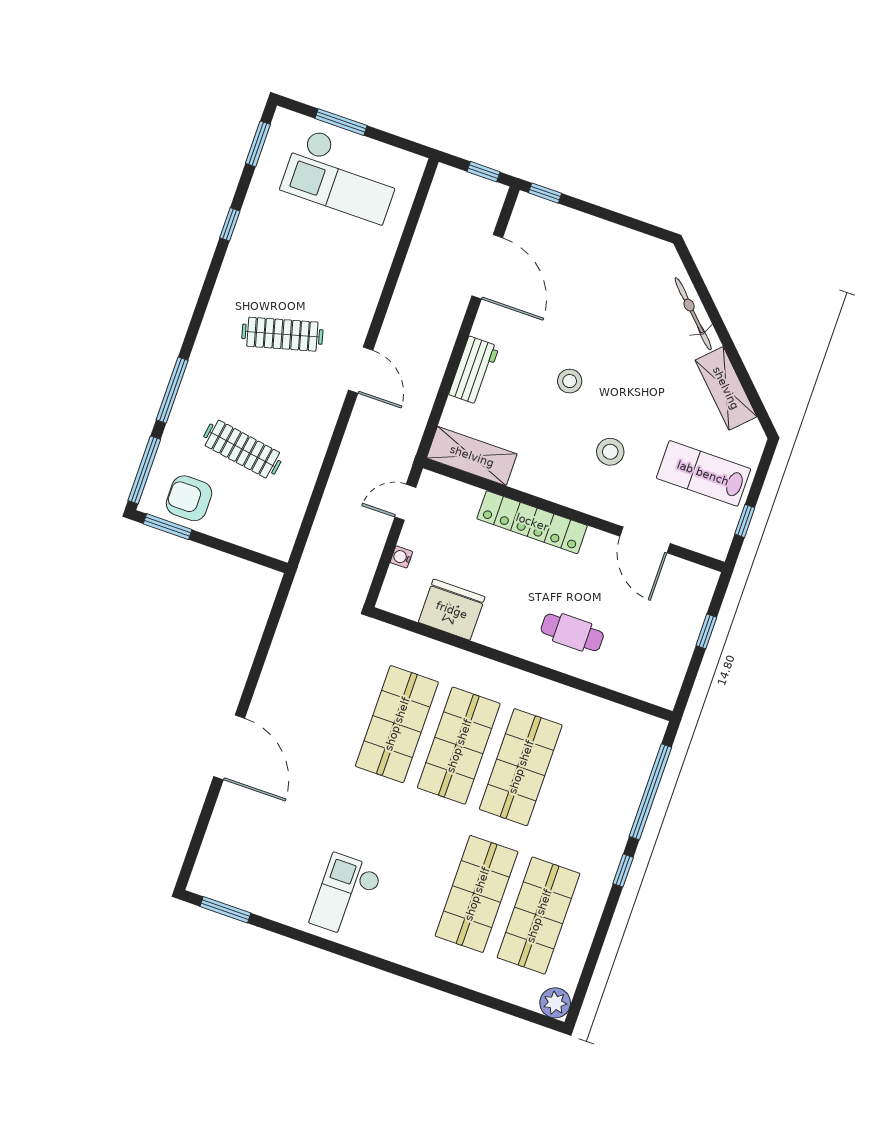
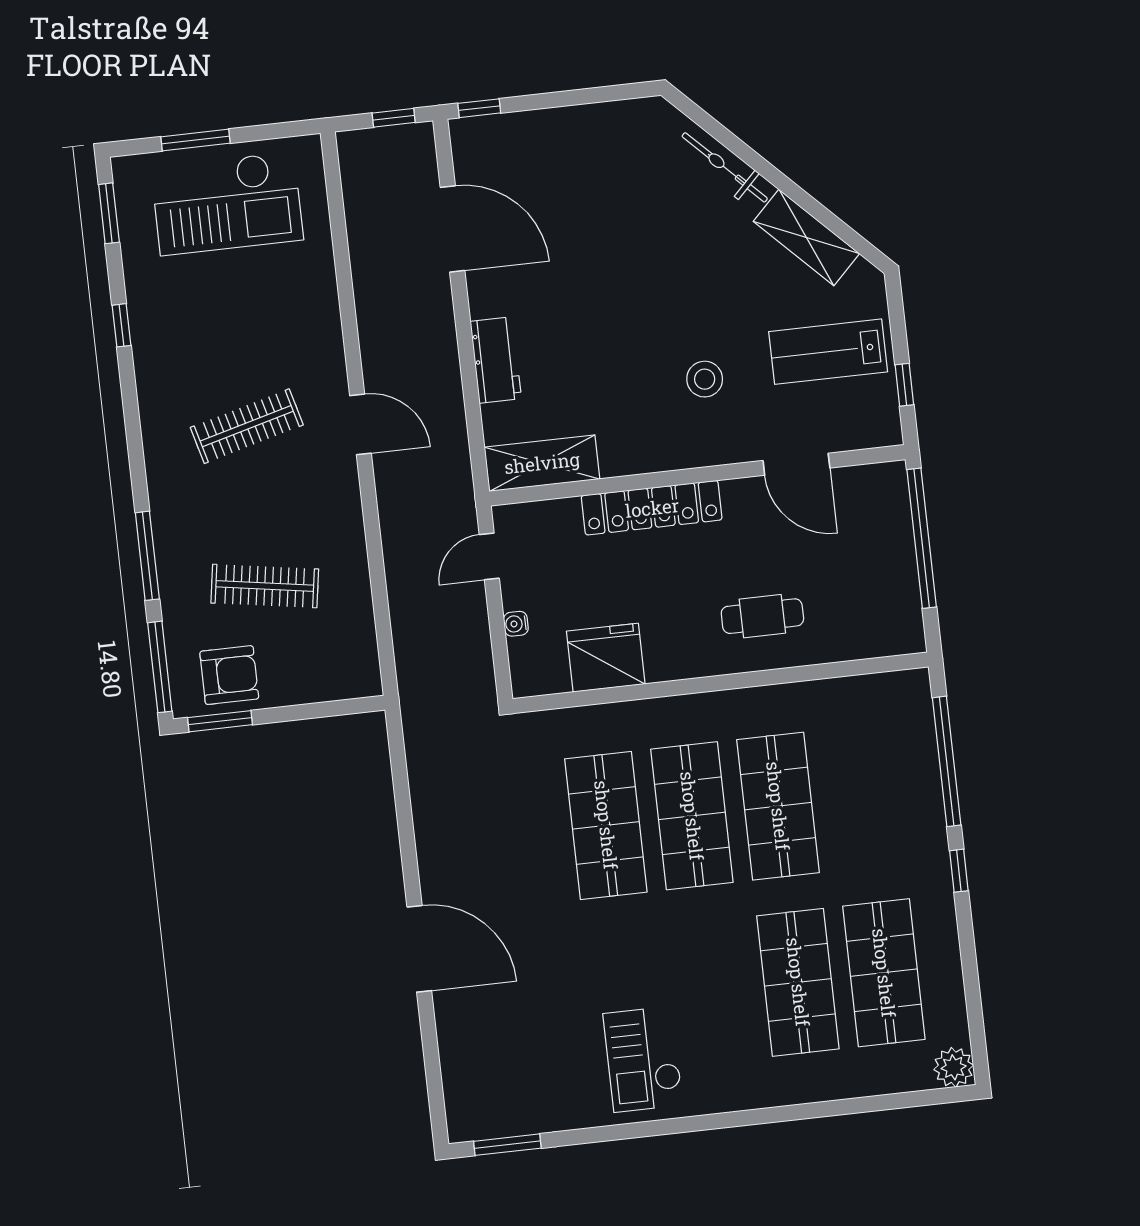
stool: (570, 381) -> (616, 318), removed
armchair: (189, 498) -> (229, 675), turned 180
window: (706, 631) -> (922, 538), width x3.17

